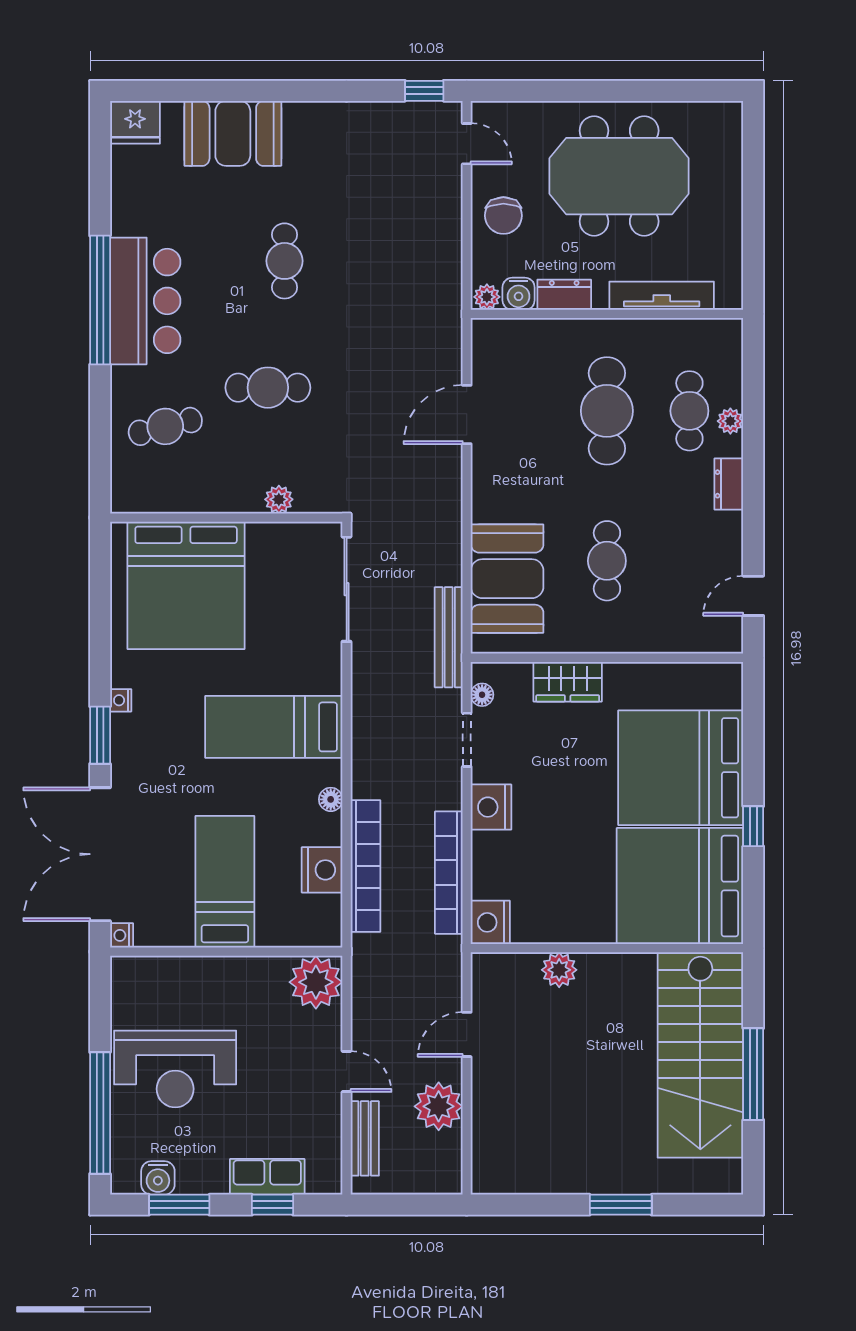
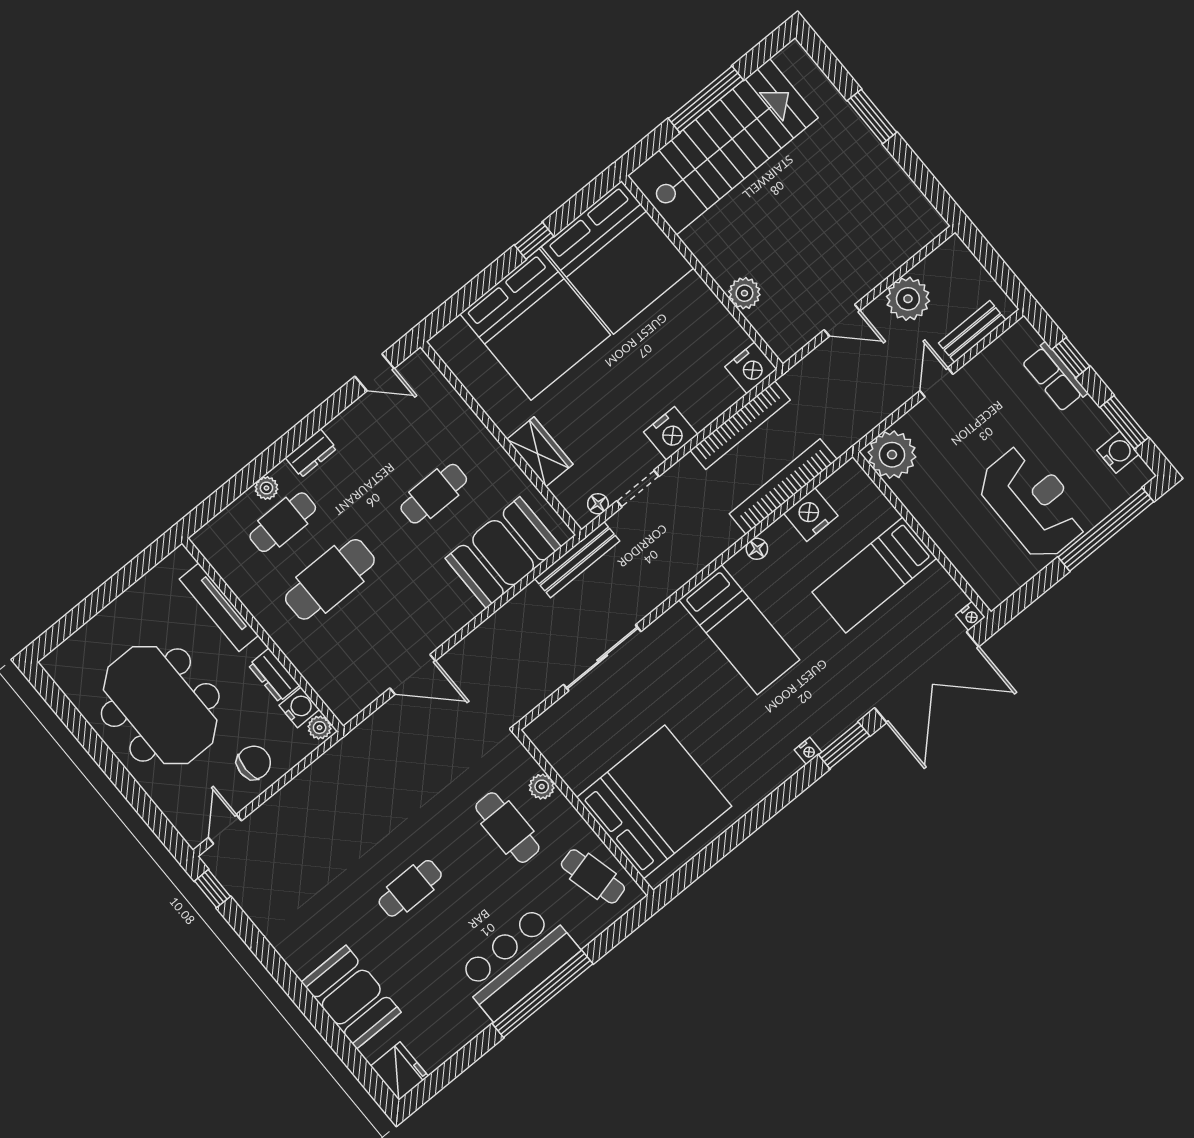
plant: (279, 499) -> (542, 787), moved
wall: (226, 518) -> (584, 813), moved
bed: (186, 585) -> (654, 802), moved

